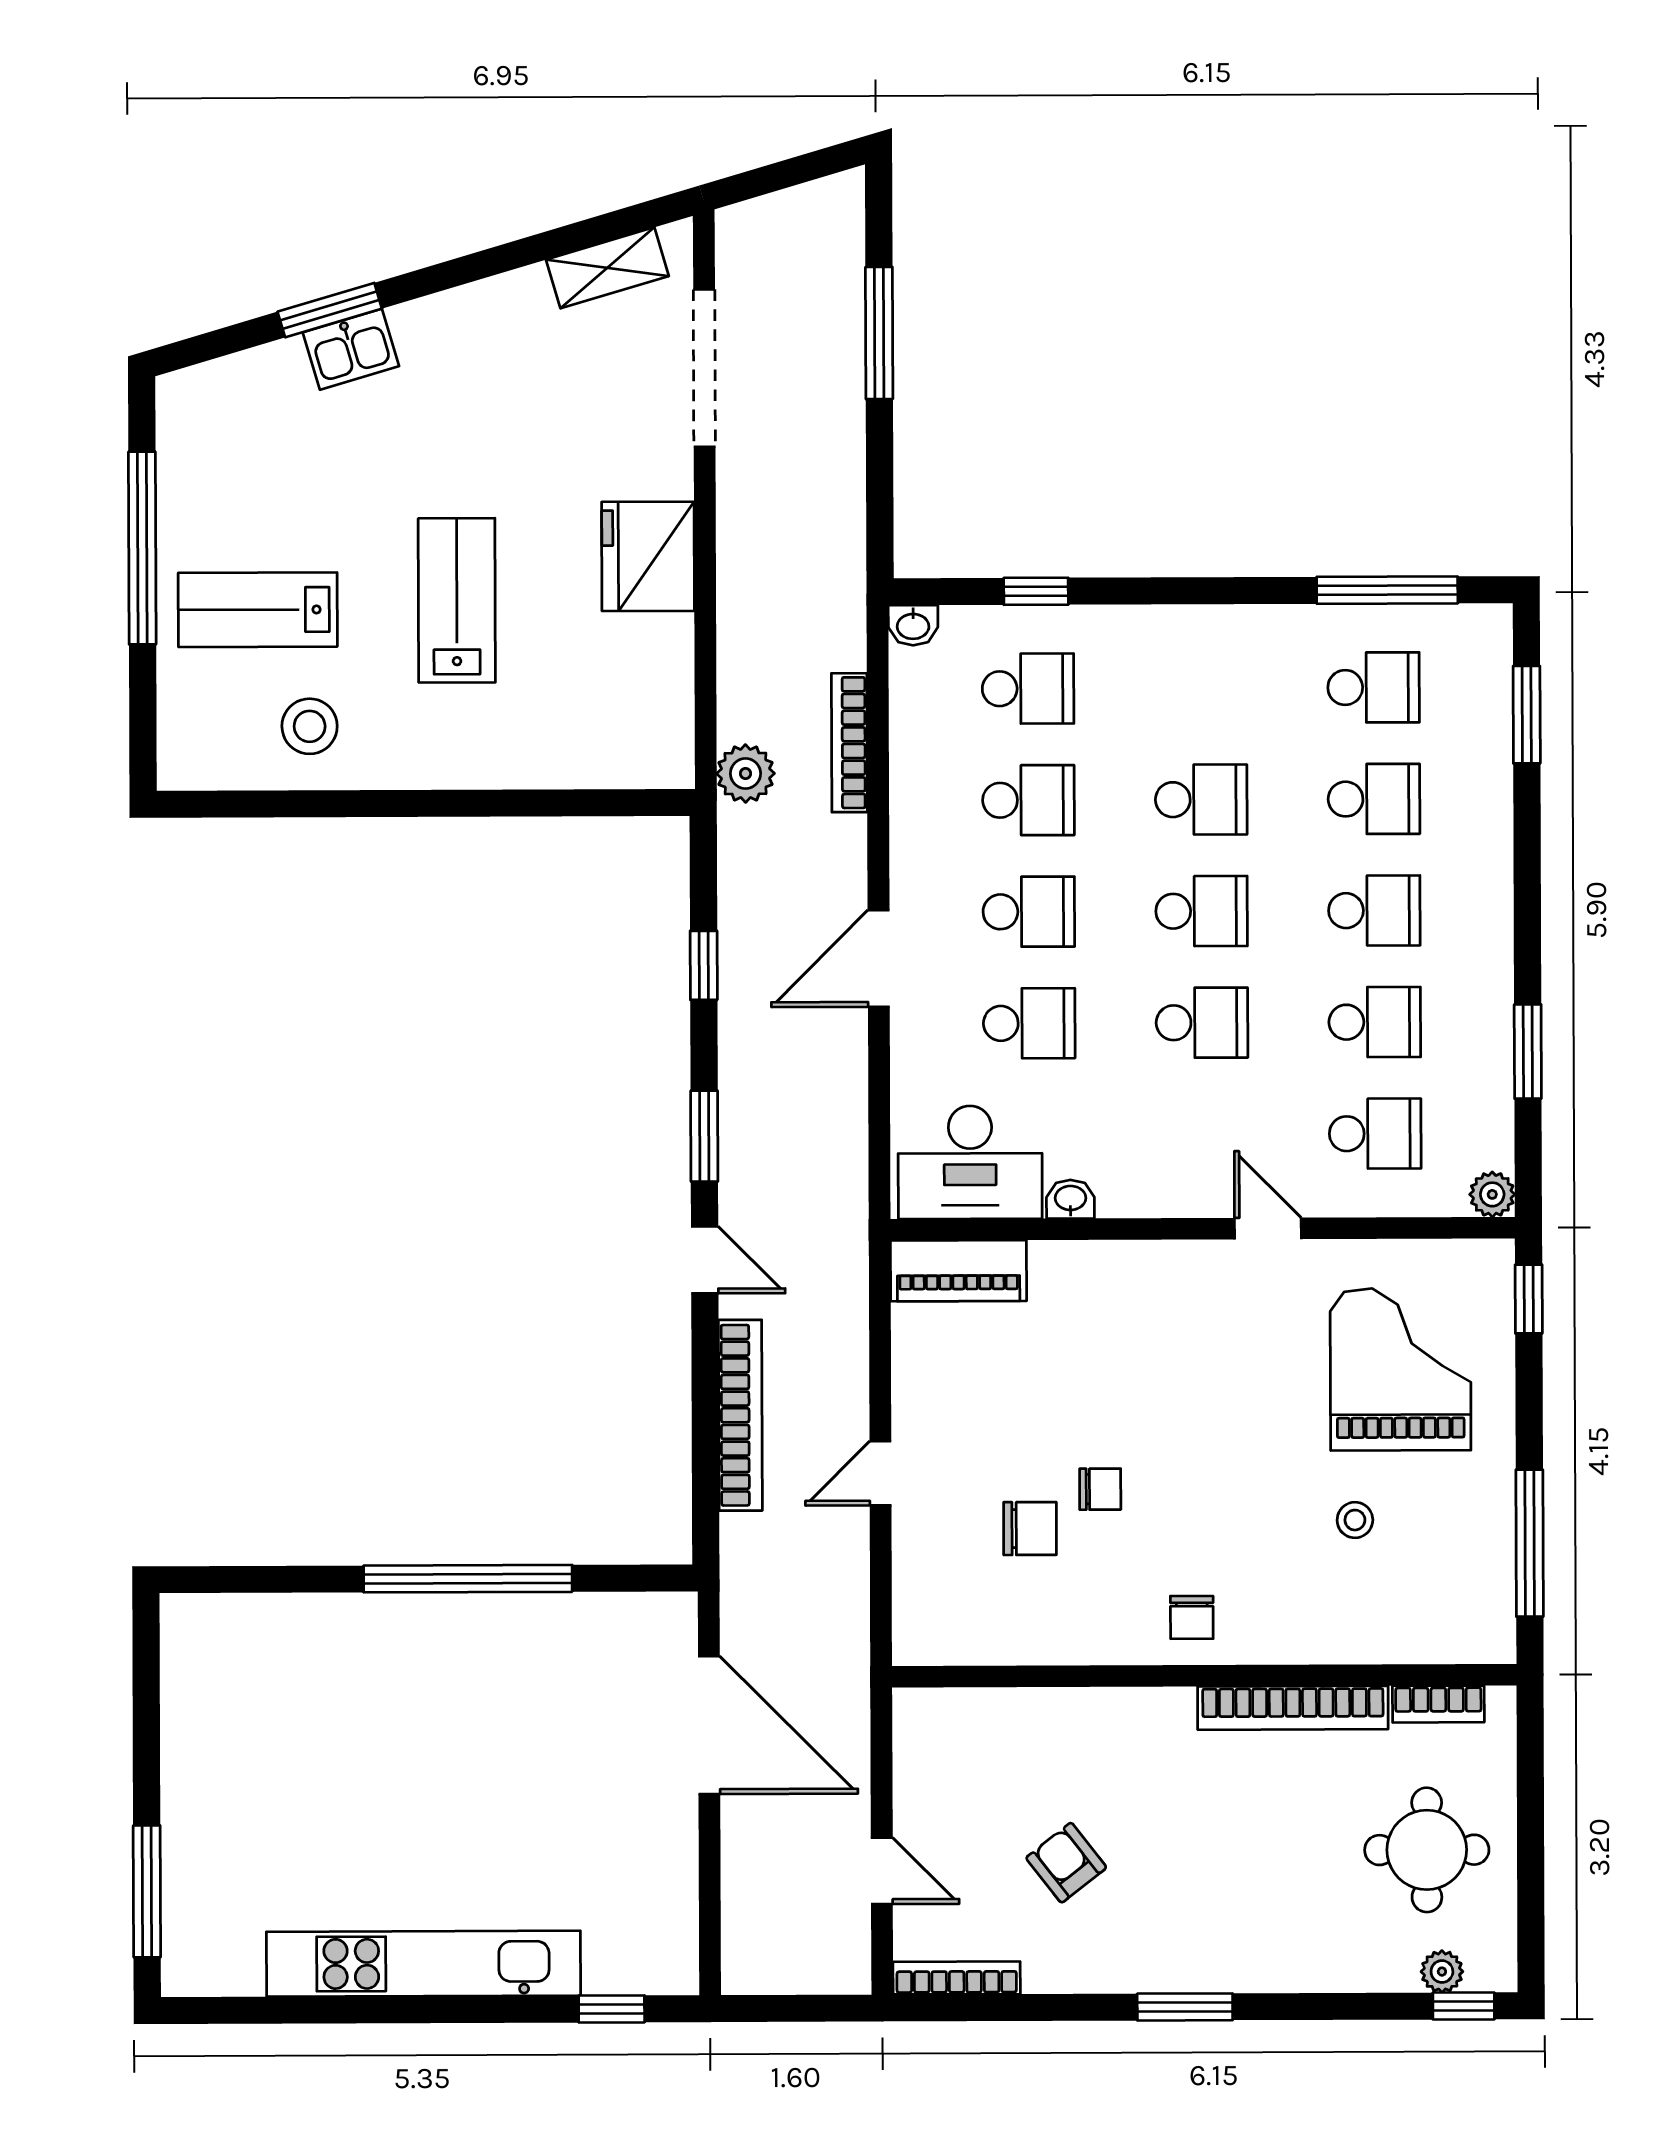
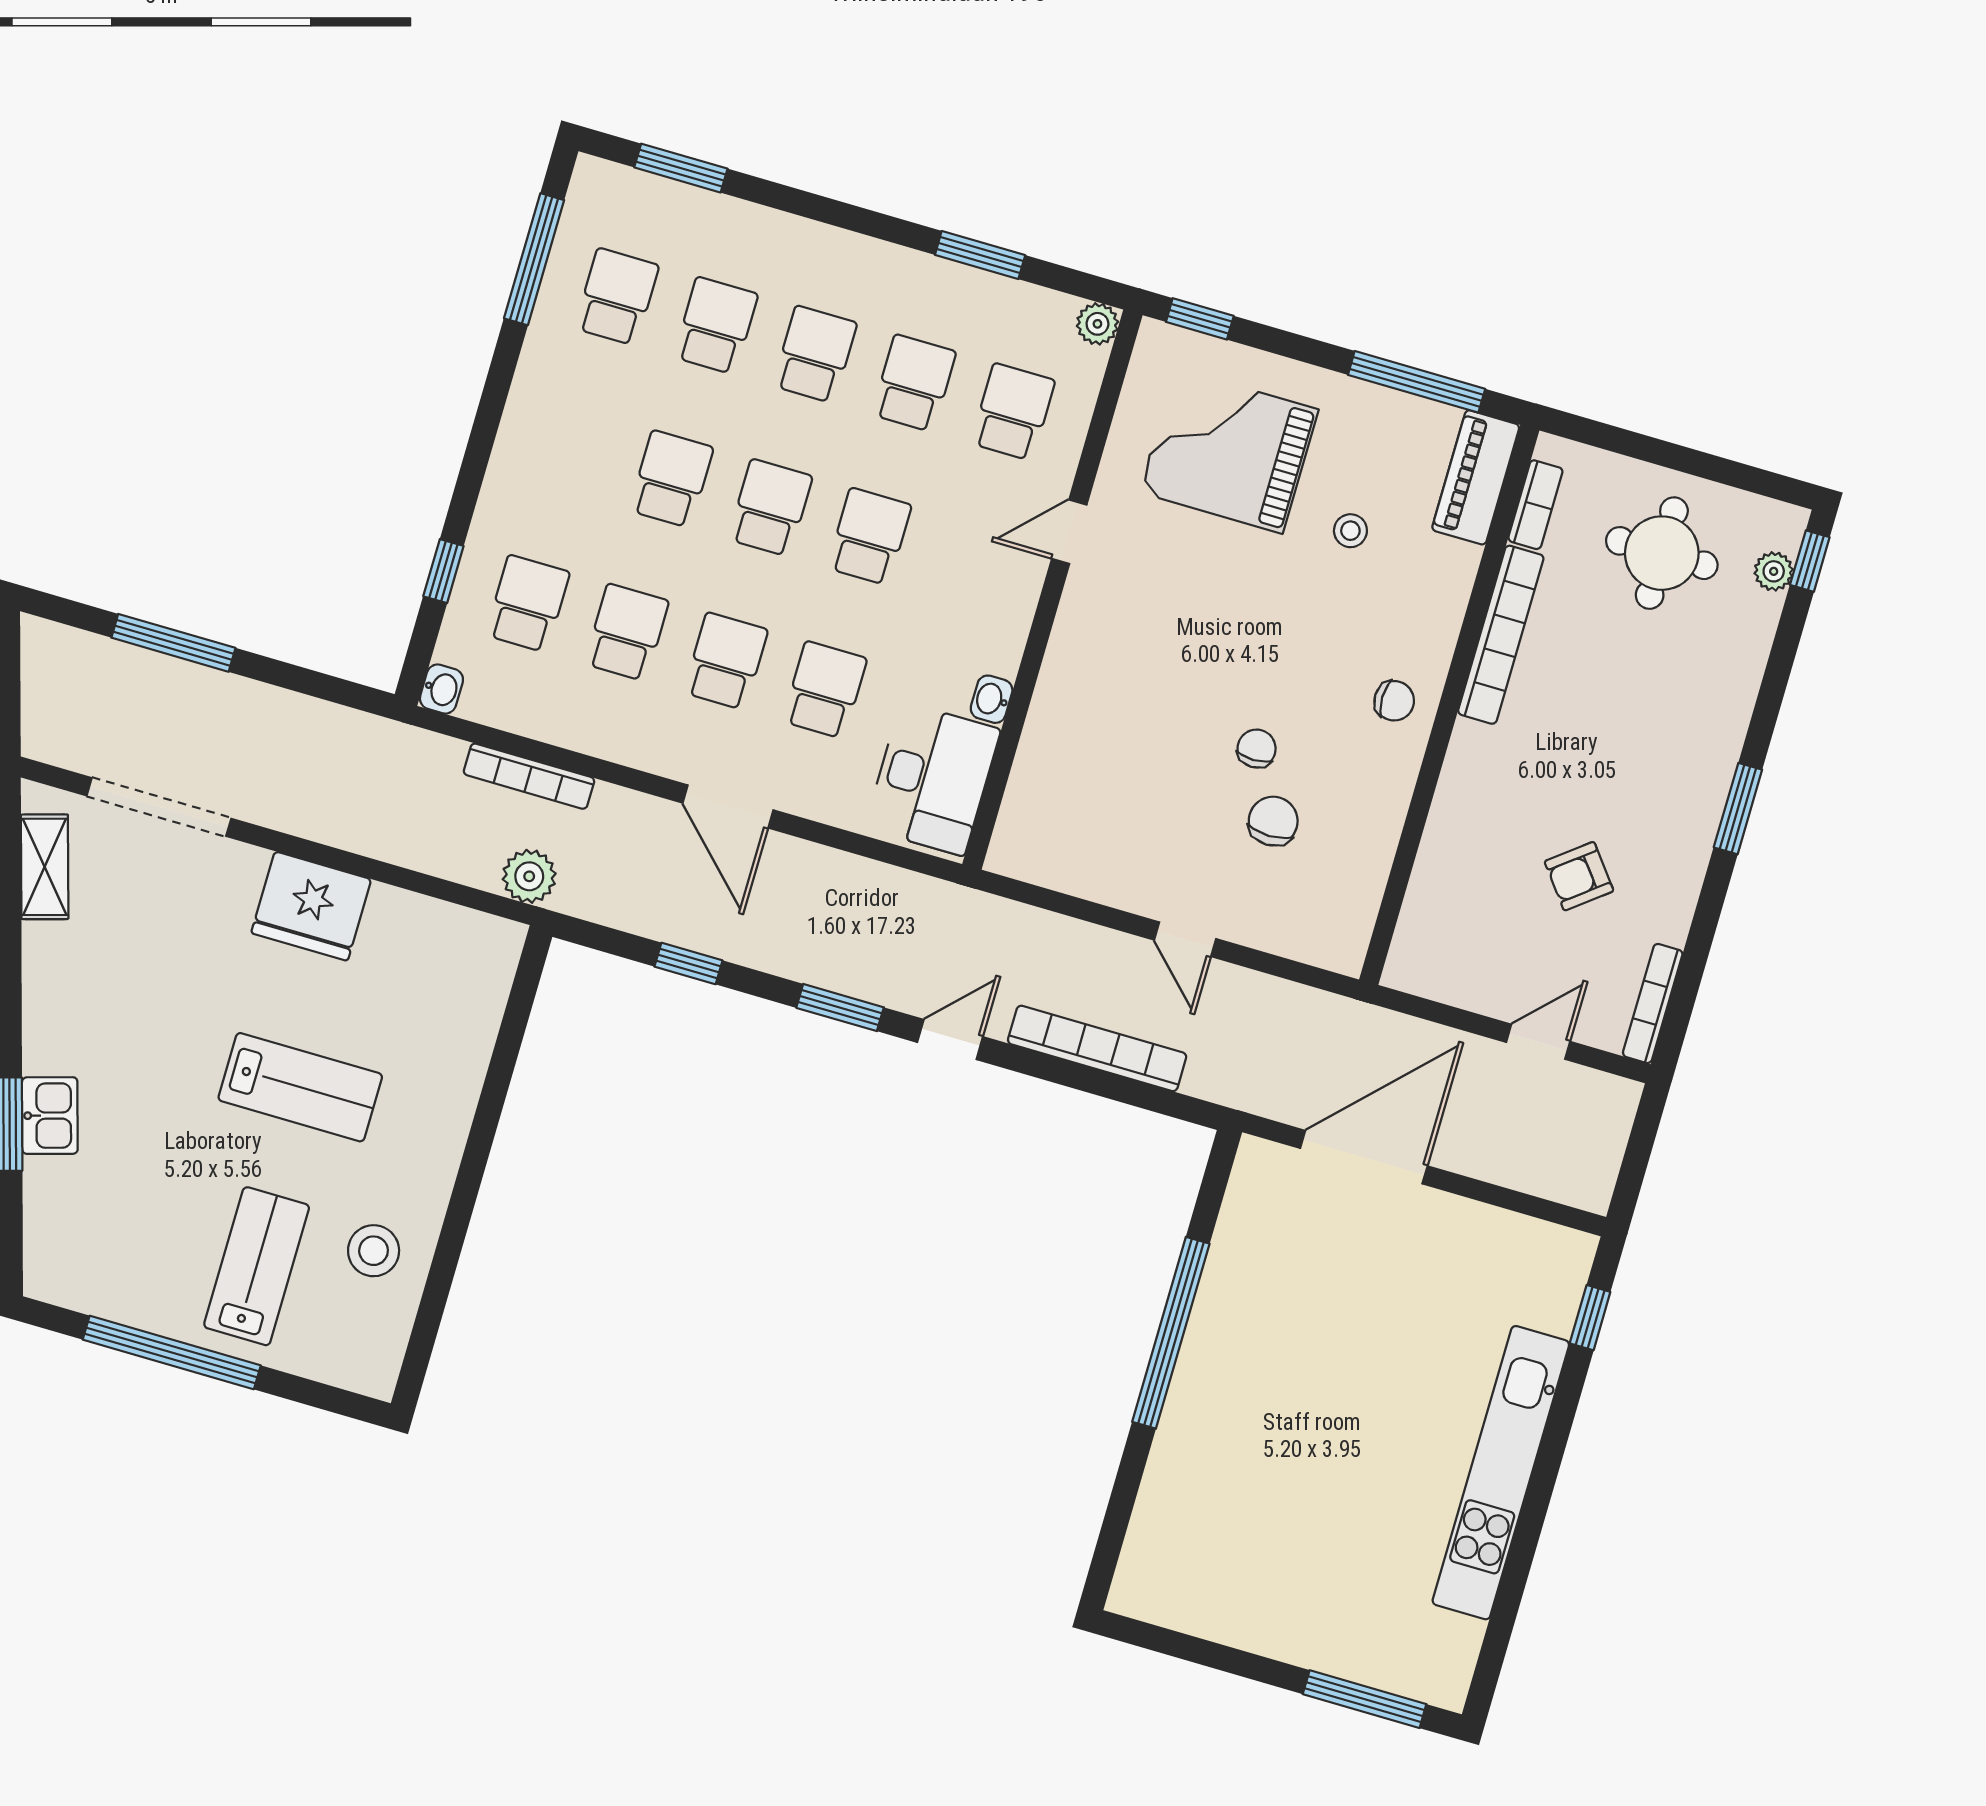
lab bench: (457, 600) -> (300, 1087), turned 180
lab bench: (258, 610) -> (257, 1266), turned 180
piano: (959, 1271) -> (1476, 477), moved, turned 180

